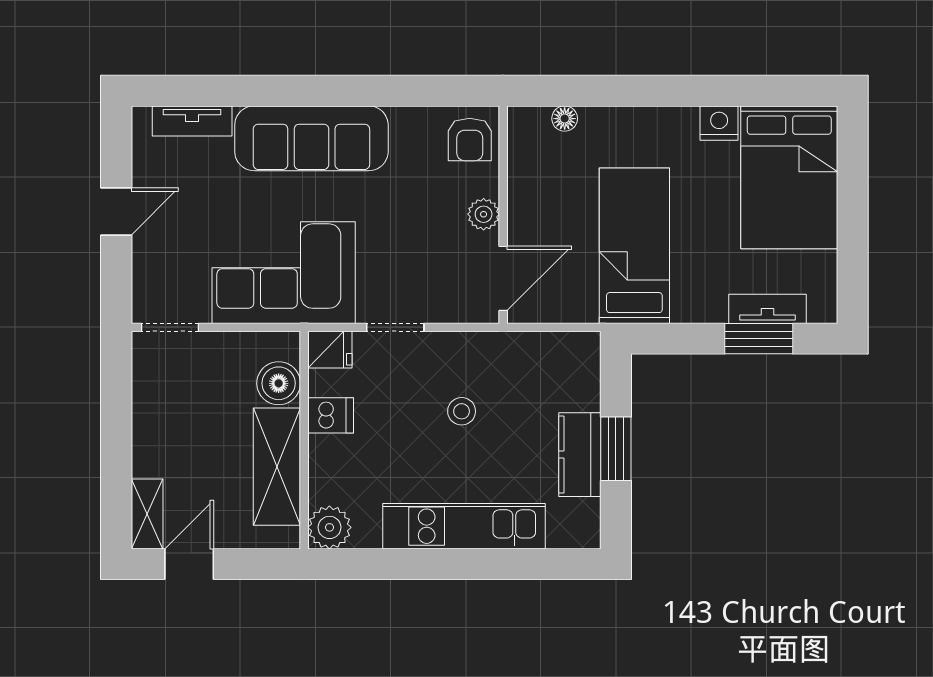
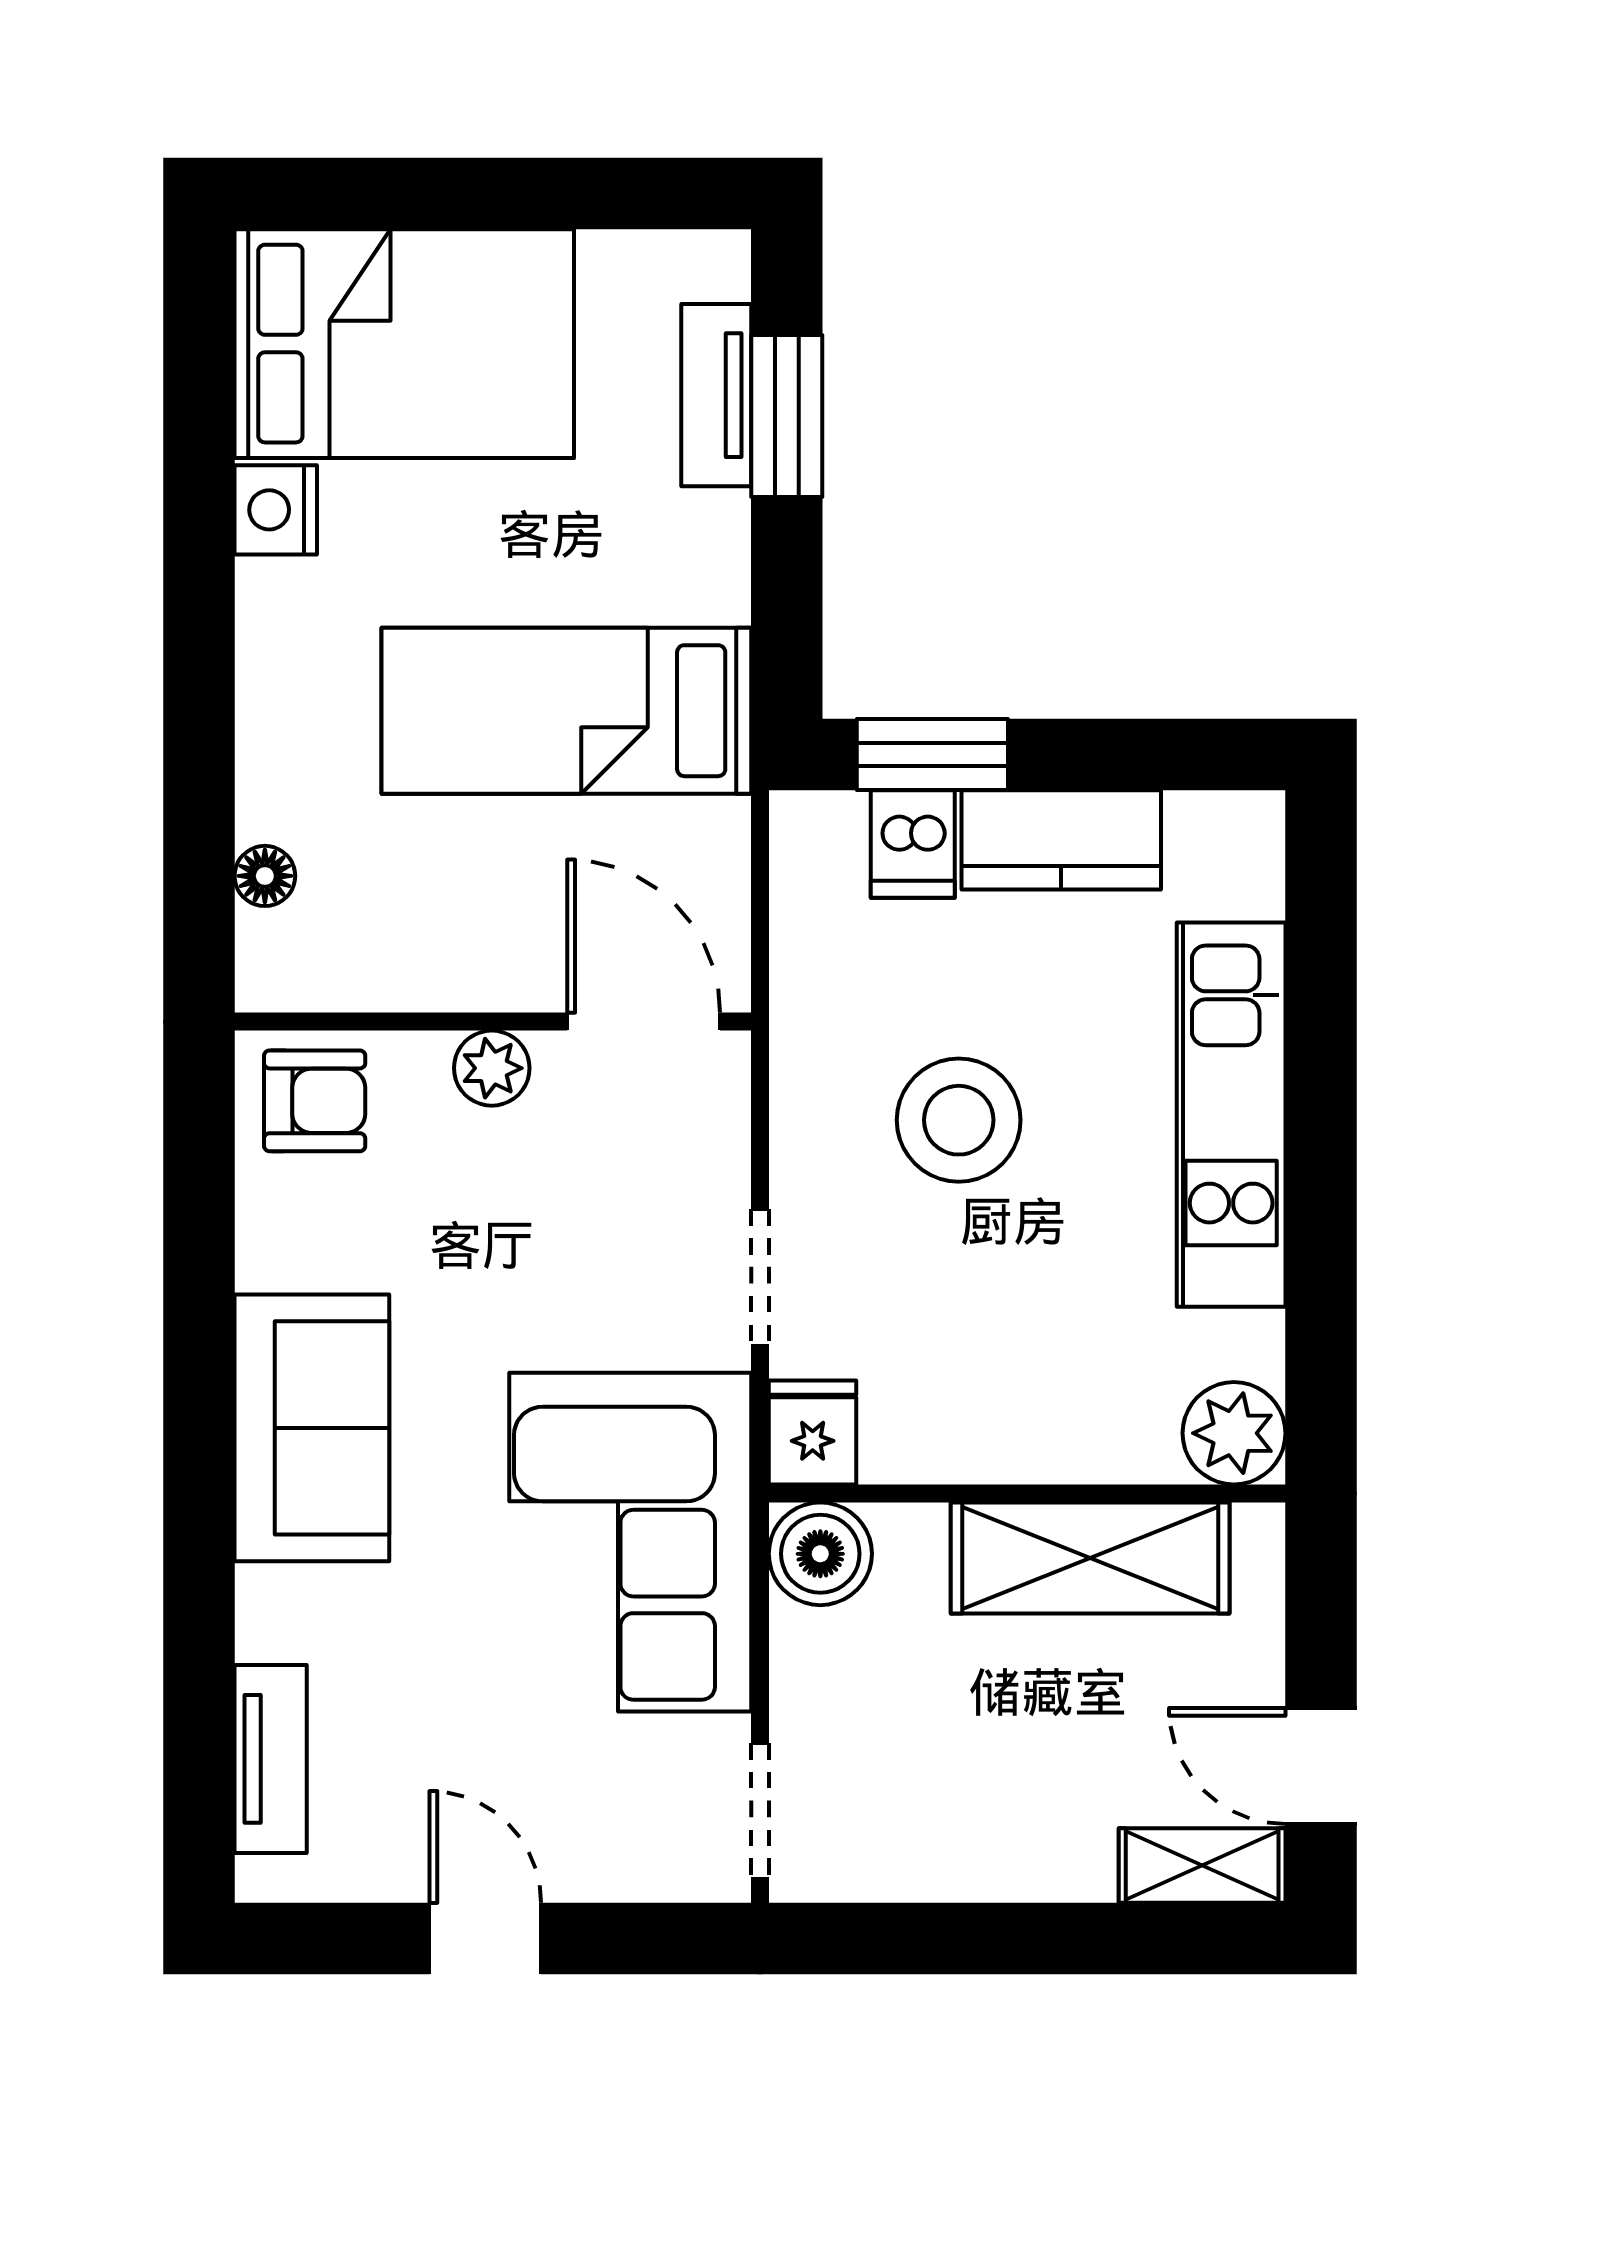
sofa: (311, 138) -> (312, 1428), width x0.73
boiler: (279, 383) -> (820, 1554), moved
stool: (462, 411) -> (959, 1120), width x1.89, depth x1.89
dishwasher: (331, 415) -> (913, 844), moved, turned 180
window: (616, 449) -> (932, 754), moved

